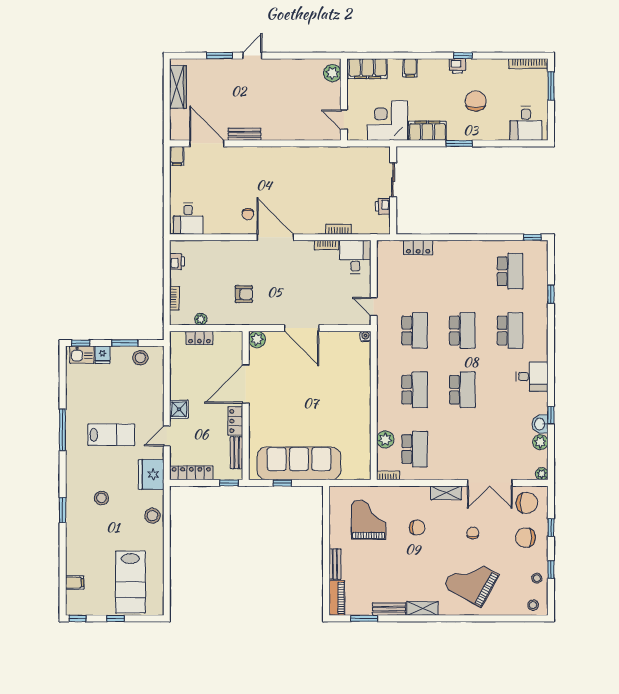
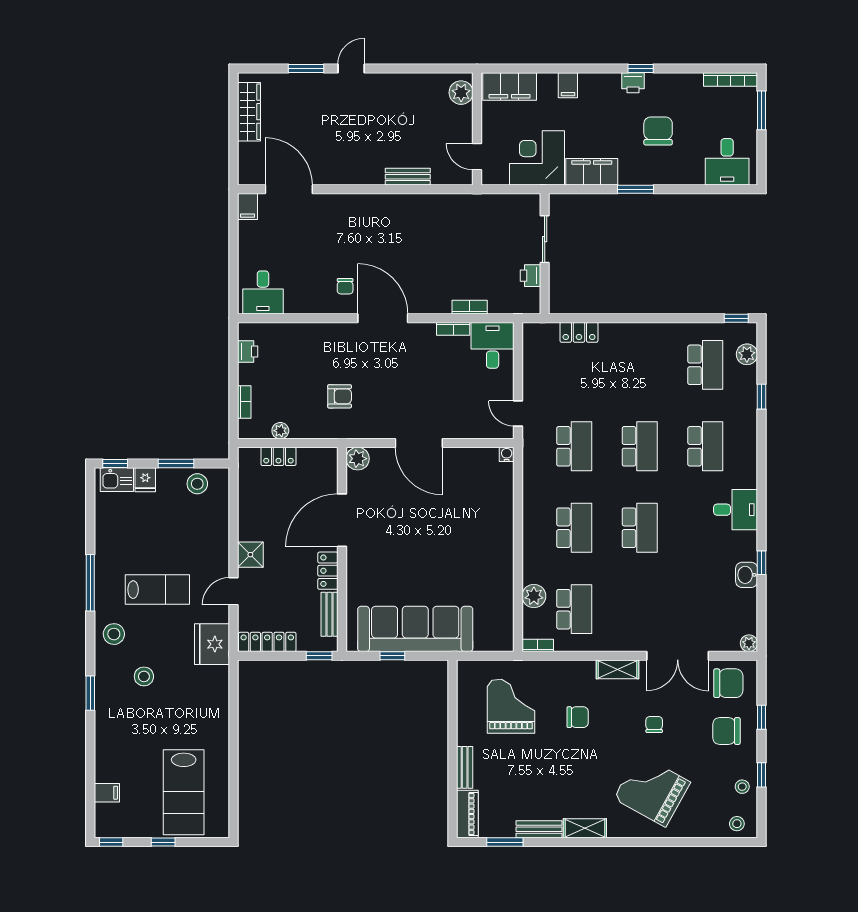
bench: (244, 134) -> (408, 177), moved
plant: (540, 442) -> (747, 354), moved
stool: (152, 516) -> (114, 634), moved

